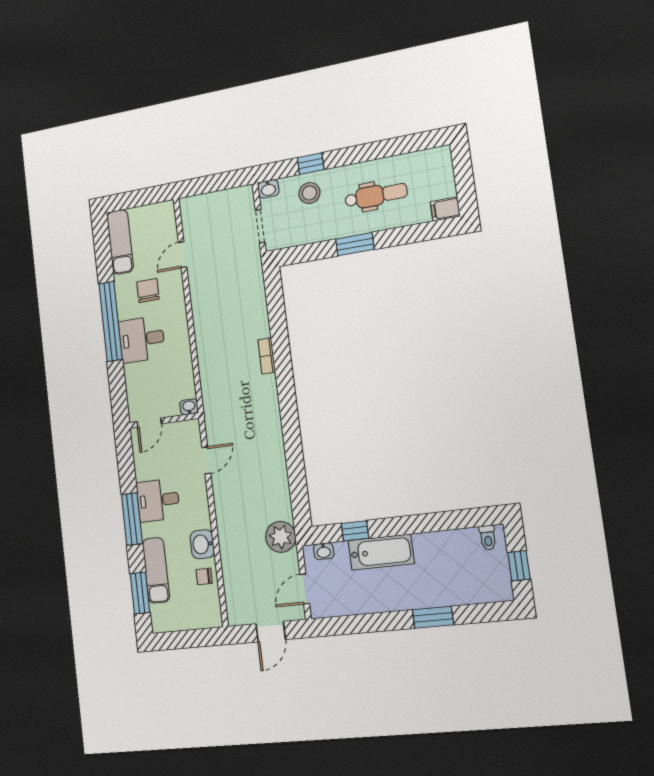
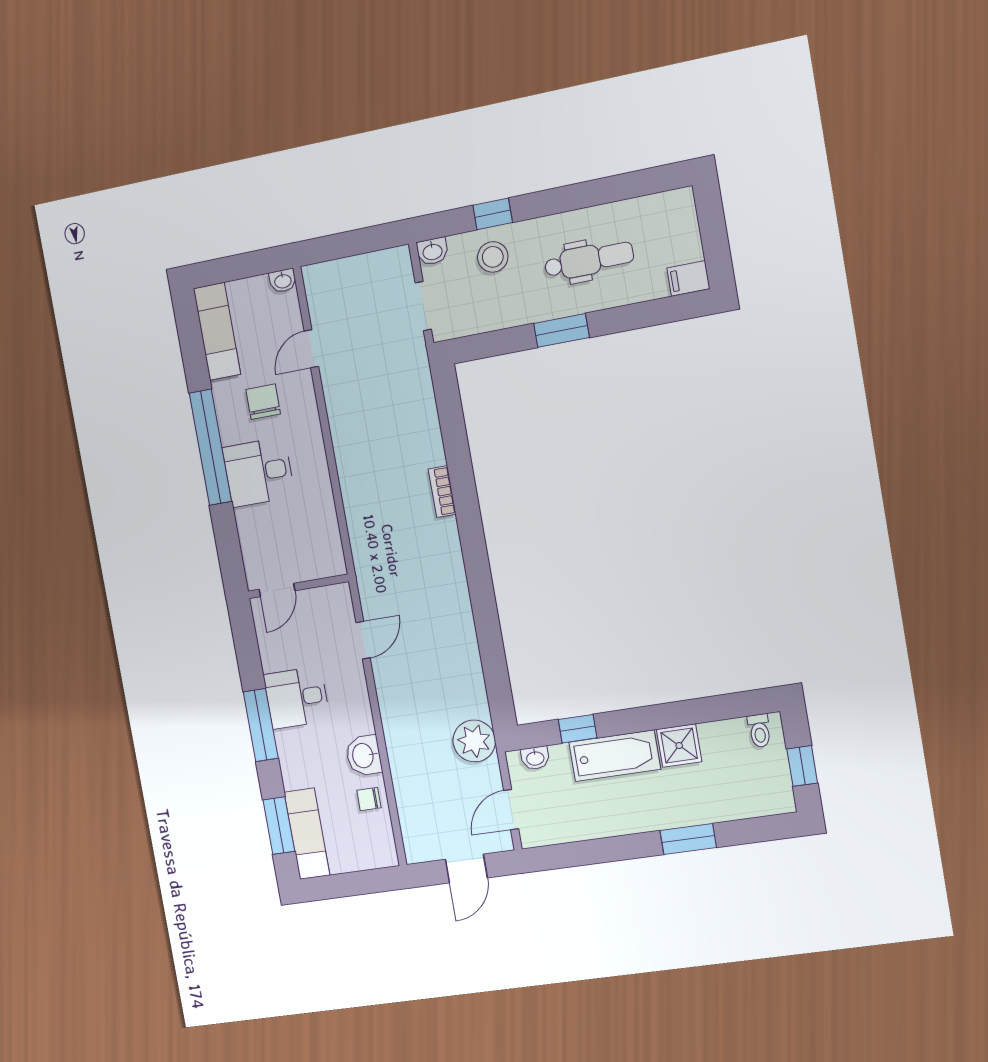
washbasin: (189, 407) -> (283, 281), moved, turned 180
shower: (428, 546) -> (679, 746), added
exam couch: (156, 570) -> (307, 834), moved

